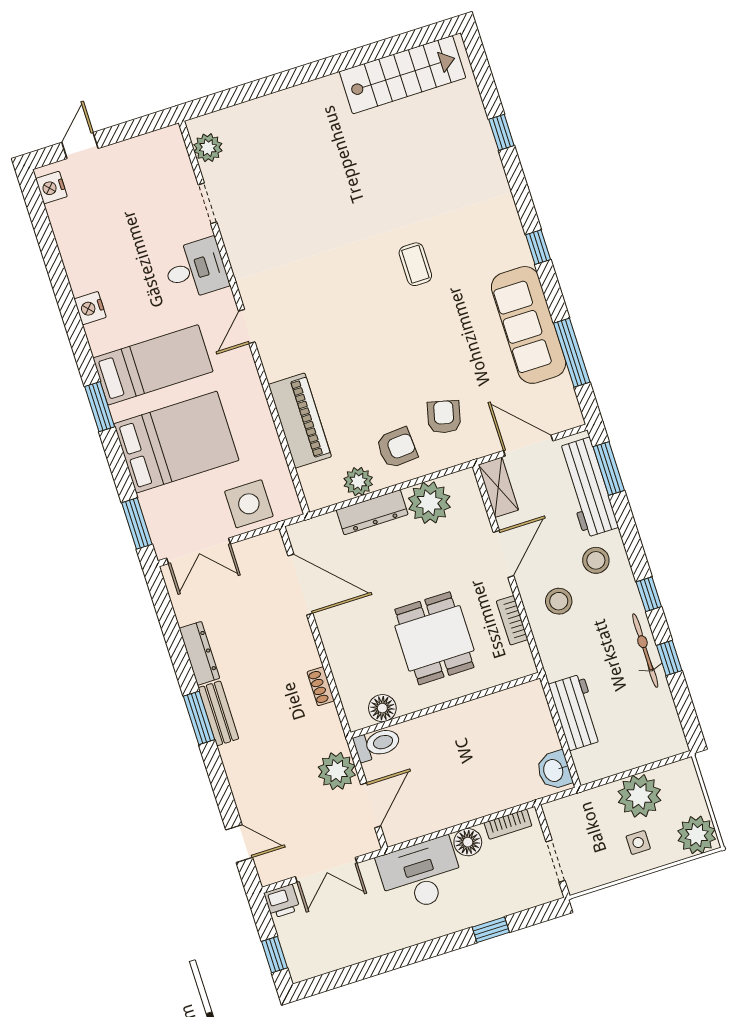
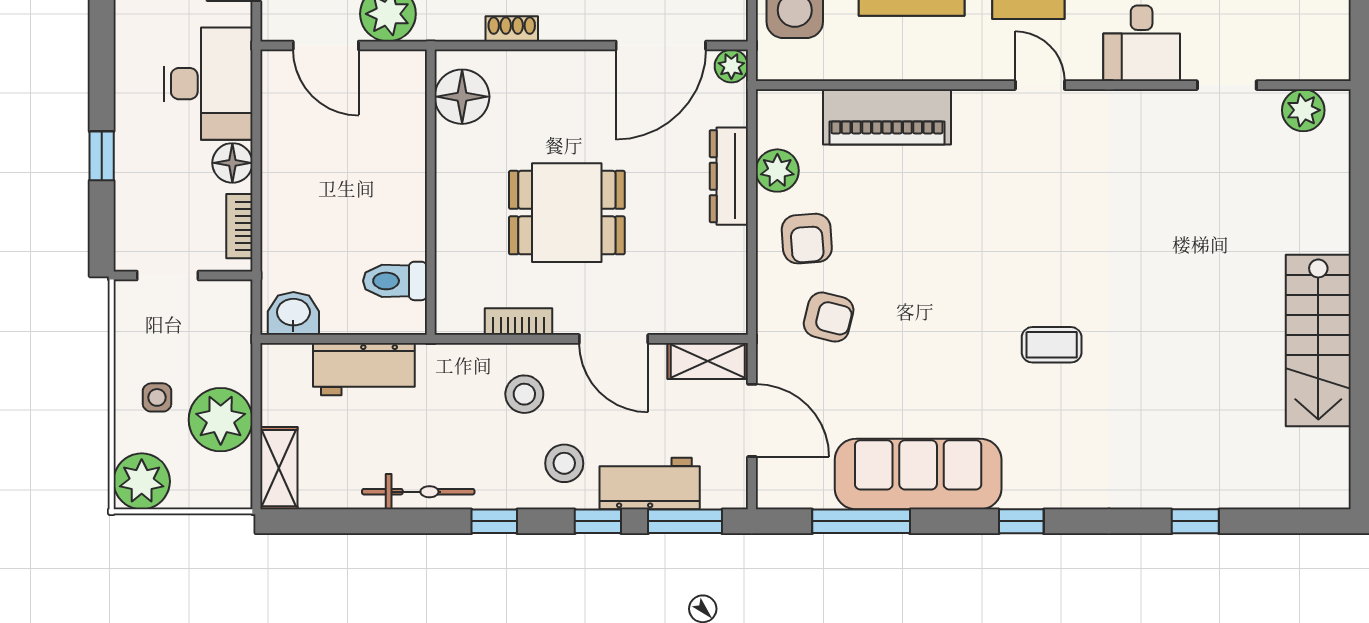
stairs: (402, 75) -> (1318, 341), moved
door: (528, 446) -> (752, 420), hinge flipped
workbench: (587, 487) -> (650, 484), width x0.73
plant: (429, 503) -> (731, 66), moved, width x0.53, depth x0.53
dining table: (434, 638) -> (567, 213), moved
window: (669, 658) -> (598, 521), moved
floor lamp: (382, 708) -> (462, 97), width x1.38, depth x1.38
toilet: (377, 744) -> (395, 281), moved, turned 90
shelving: (659, 747) -> (279, 468), added

